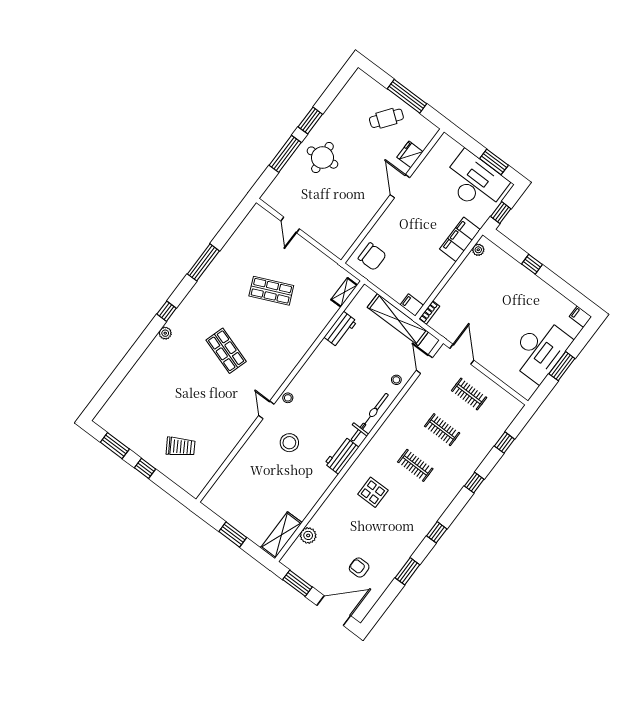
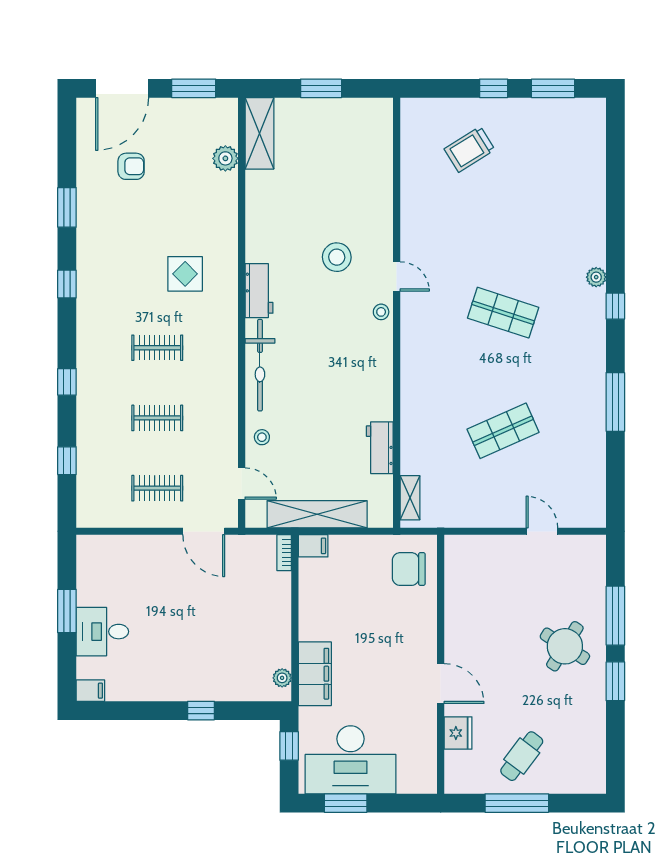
round table: (322, 158) -> (565, 646), turned 38
desk: (540, 350) -> (102, 632), width x0.53, depth x0.77

